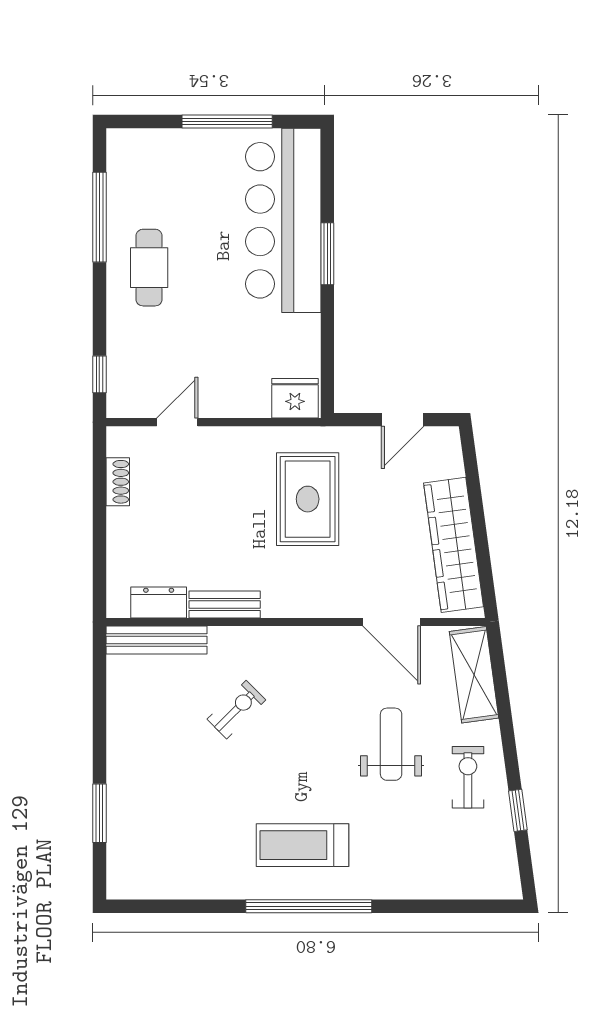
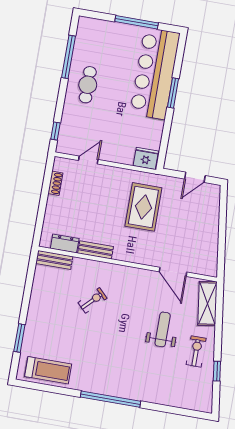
wardrobe: (454, 545) -> (209, 241), removed
bench: (157, 640) -> (54, 260), width x0.73
treadmill: (303, 845) -> (48, 370), moved, turned 180

